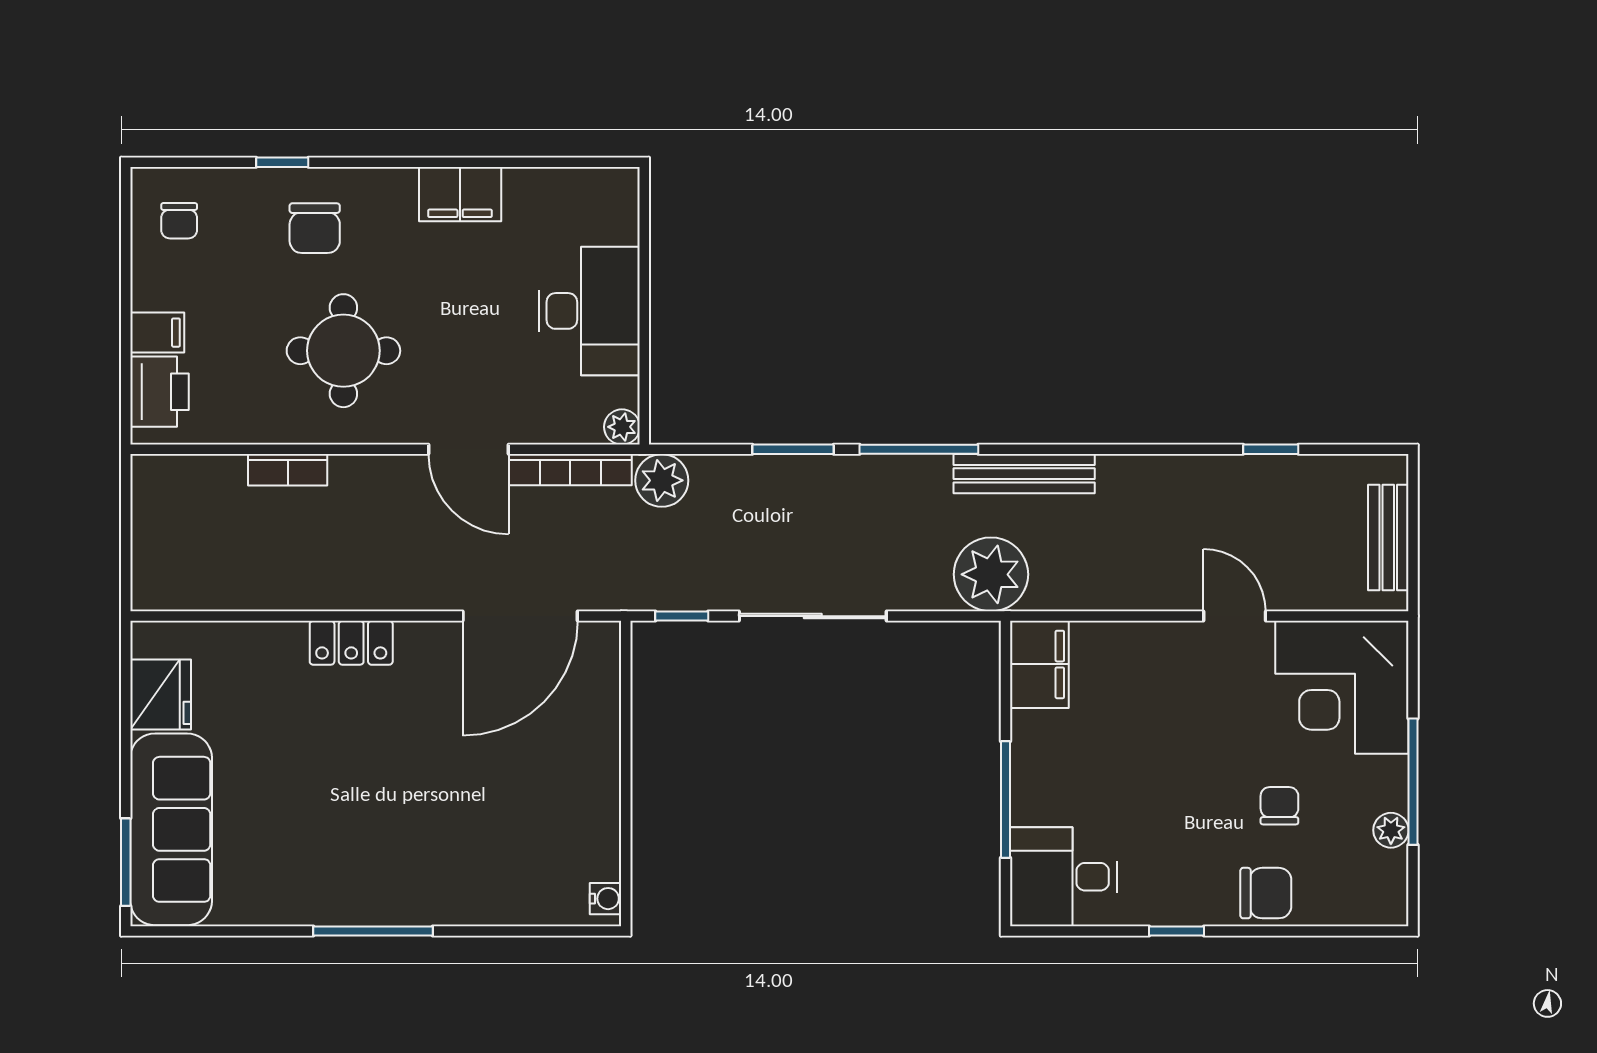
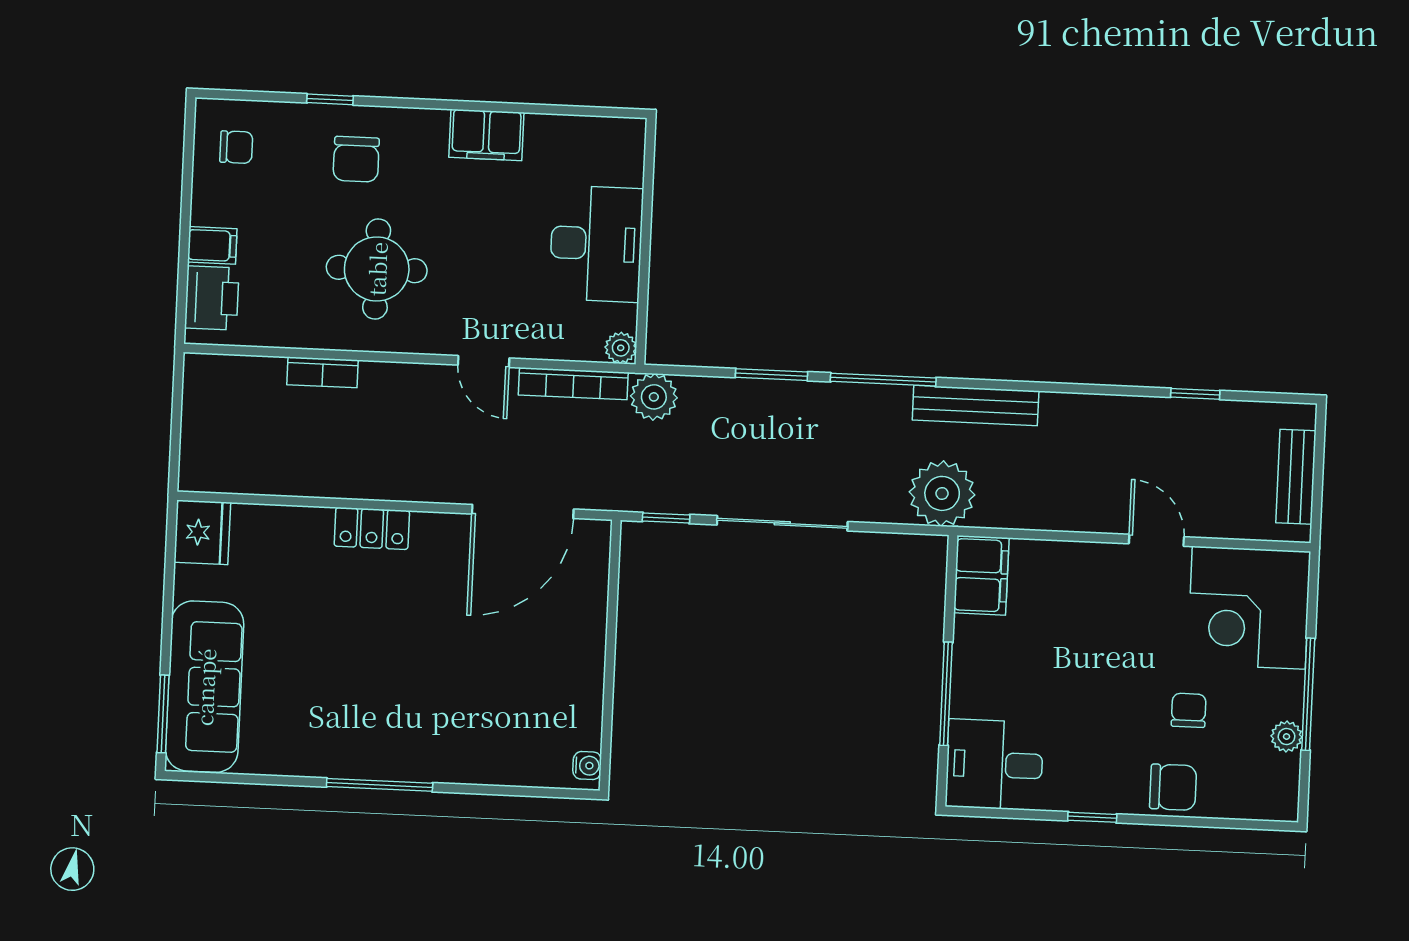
chair: (179, 221) -> (236, 147), turned -90
door: (468, 449) -> (484, 362), width x0.73
fridge: (161, 695) -> (202, 532), moved

